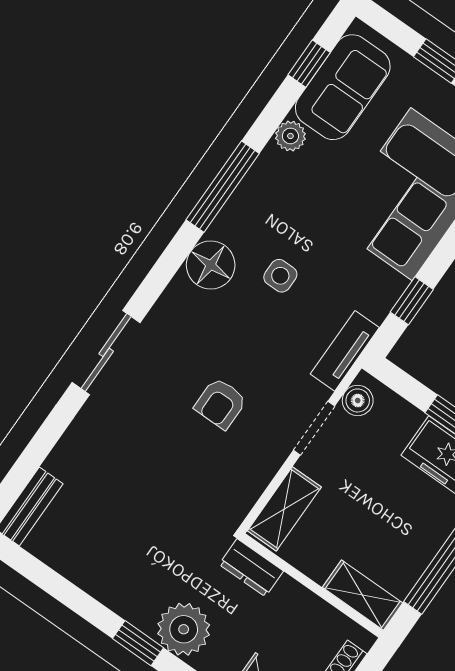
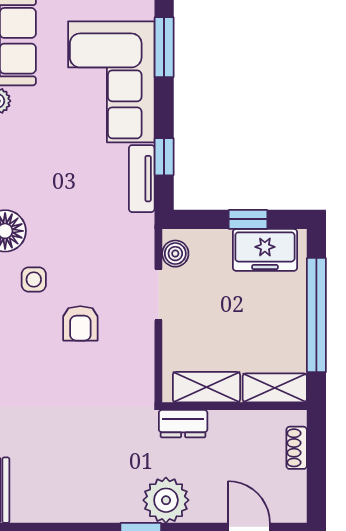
side table: (280, 276) -> (34, 280), moved
tv unit: (345, 351) -> (142, 179), moved
shelving: (284, 509) -> (206, 387), moved, turned 90

